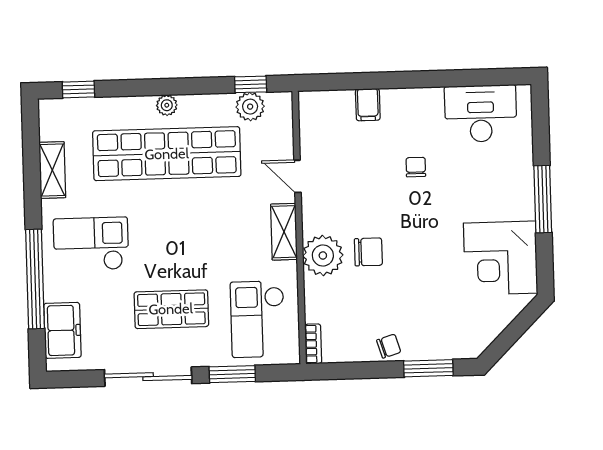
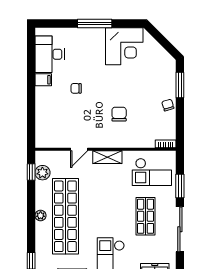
filing cabinet: (368, 105) -> (43, 80), moved
plant: (323, 255) -> (120, 138), removed

